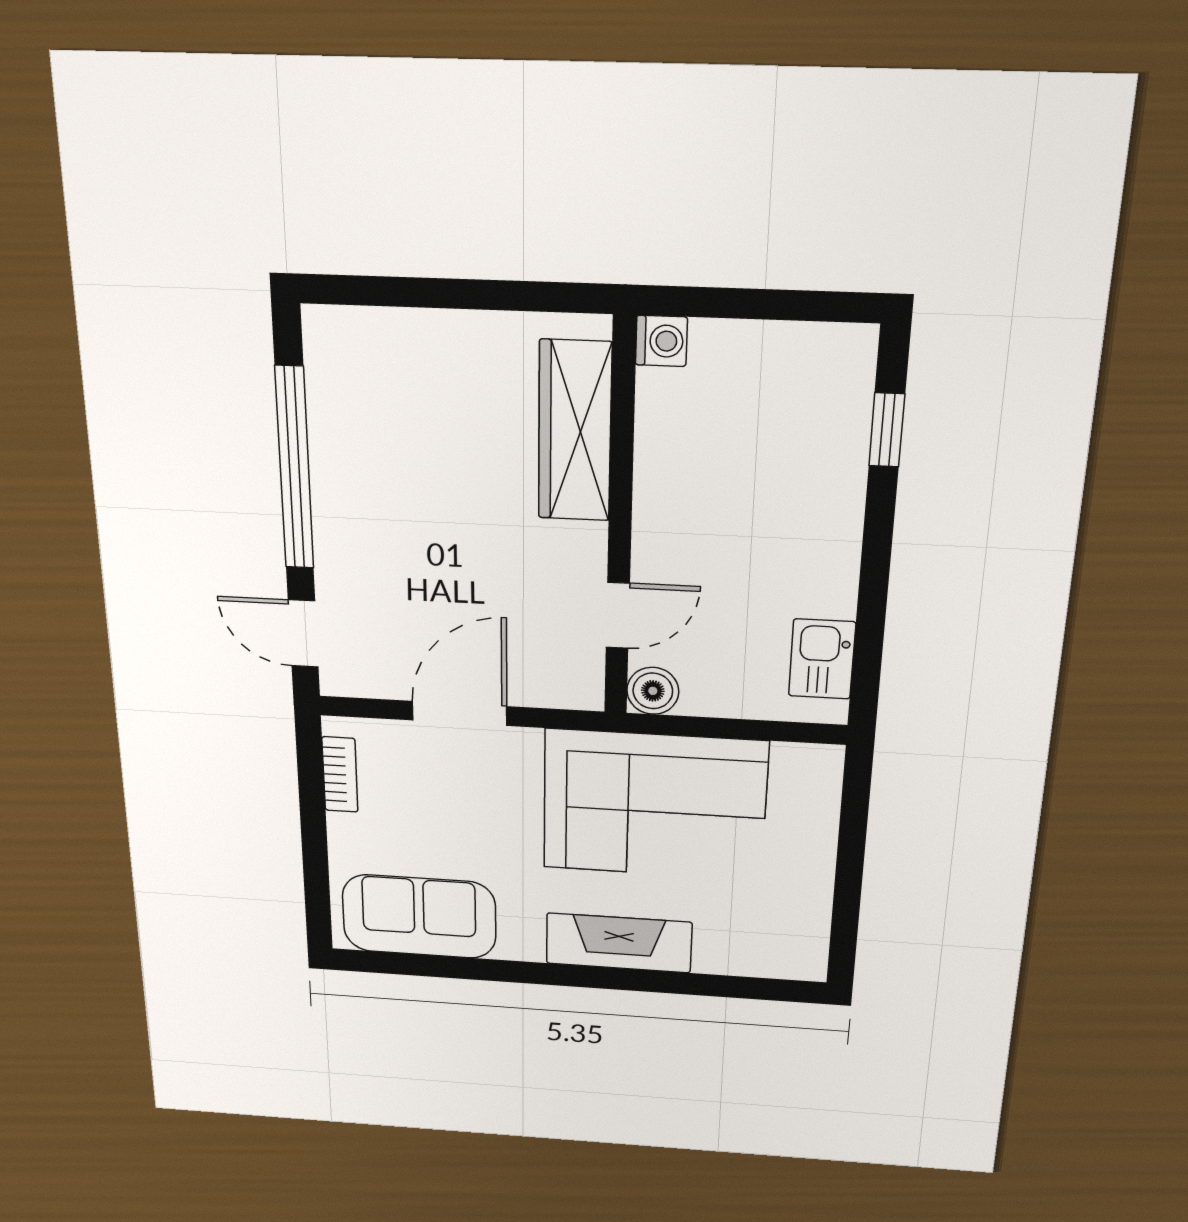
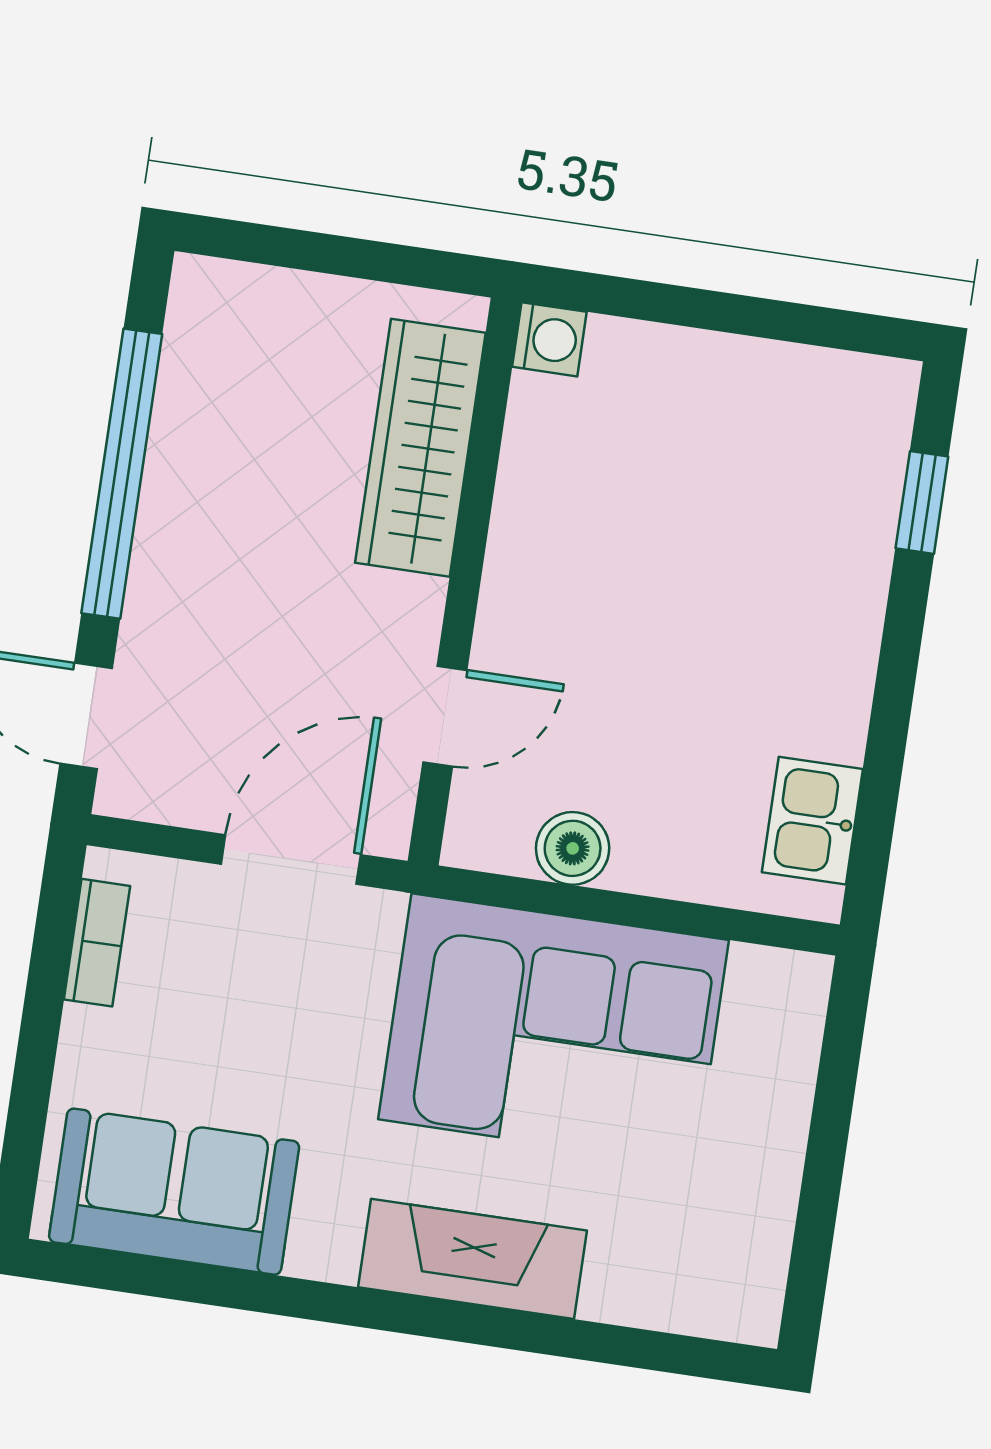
washing machine: (661, 341) -> (549, 339), moved
wardrobe: (575, 431) -> (420, 448), moved
wall: (620, 523) -> (465, 581), moved
door: (618, 615) -> (445, 716), moved

